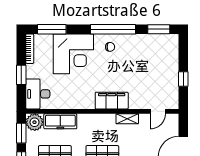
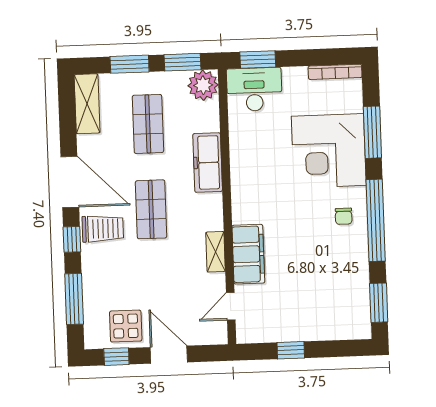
window: (52, 29) -> (372, 132), moved
window: (21, 75) -> (258, 59), moved
filing cabinet: (112, 101) -> (248, 254), moved
door: (158, 111) -> (231, 306), hinge flipped
freezer: (60, 121) -> (208, 163), moved

